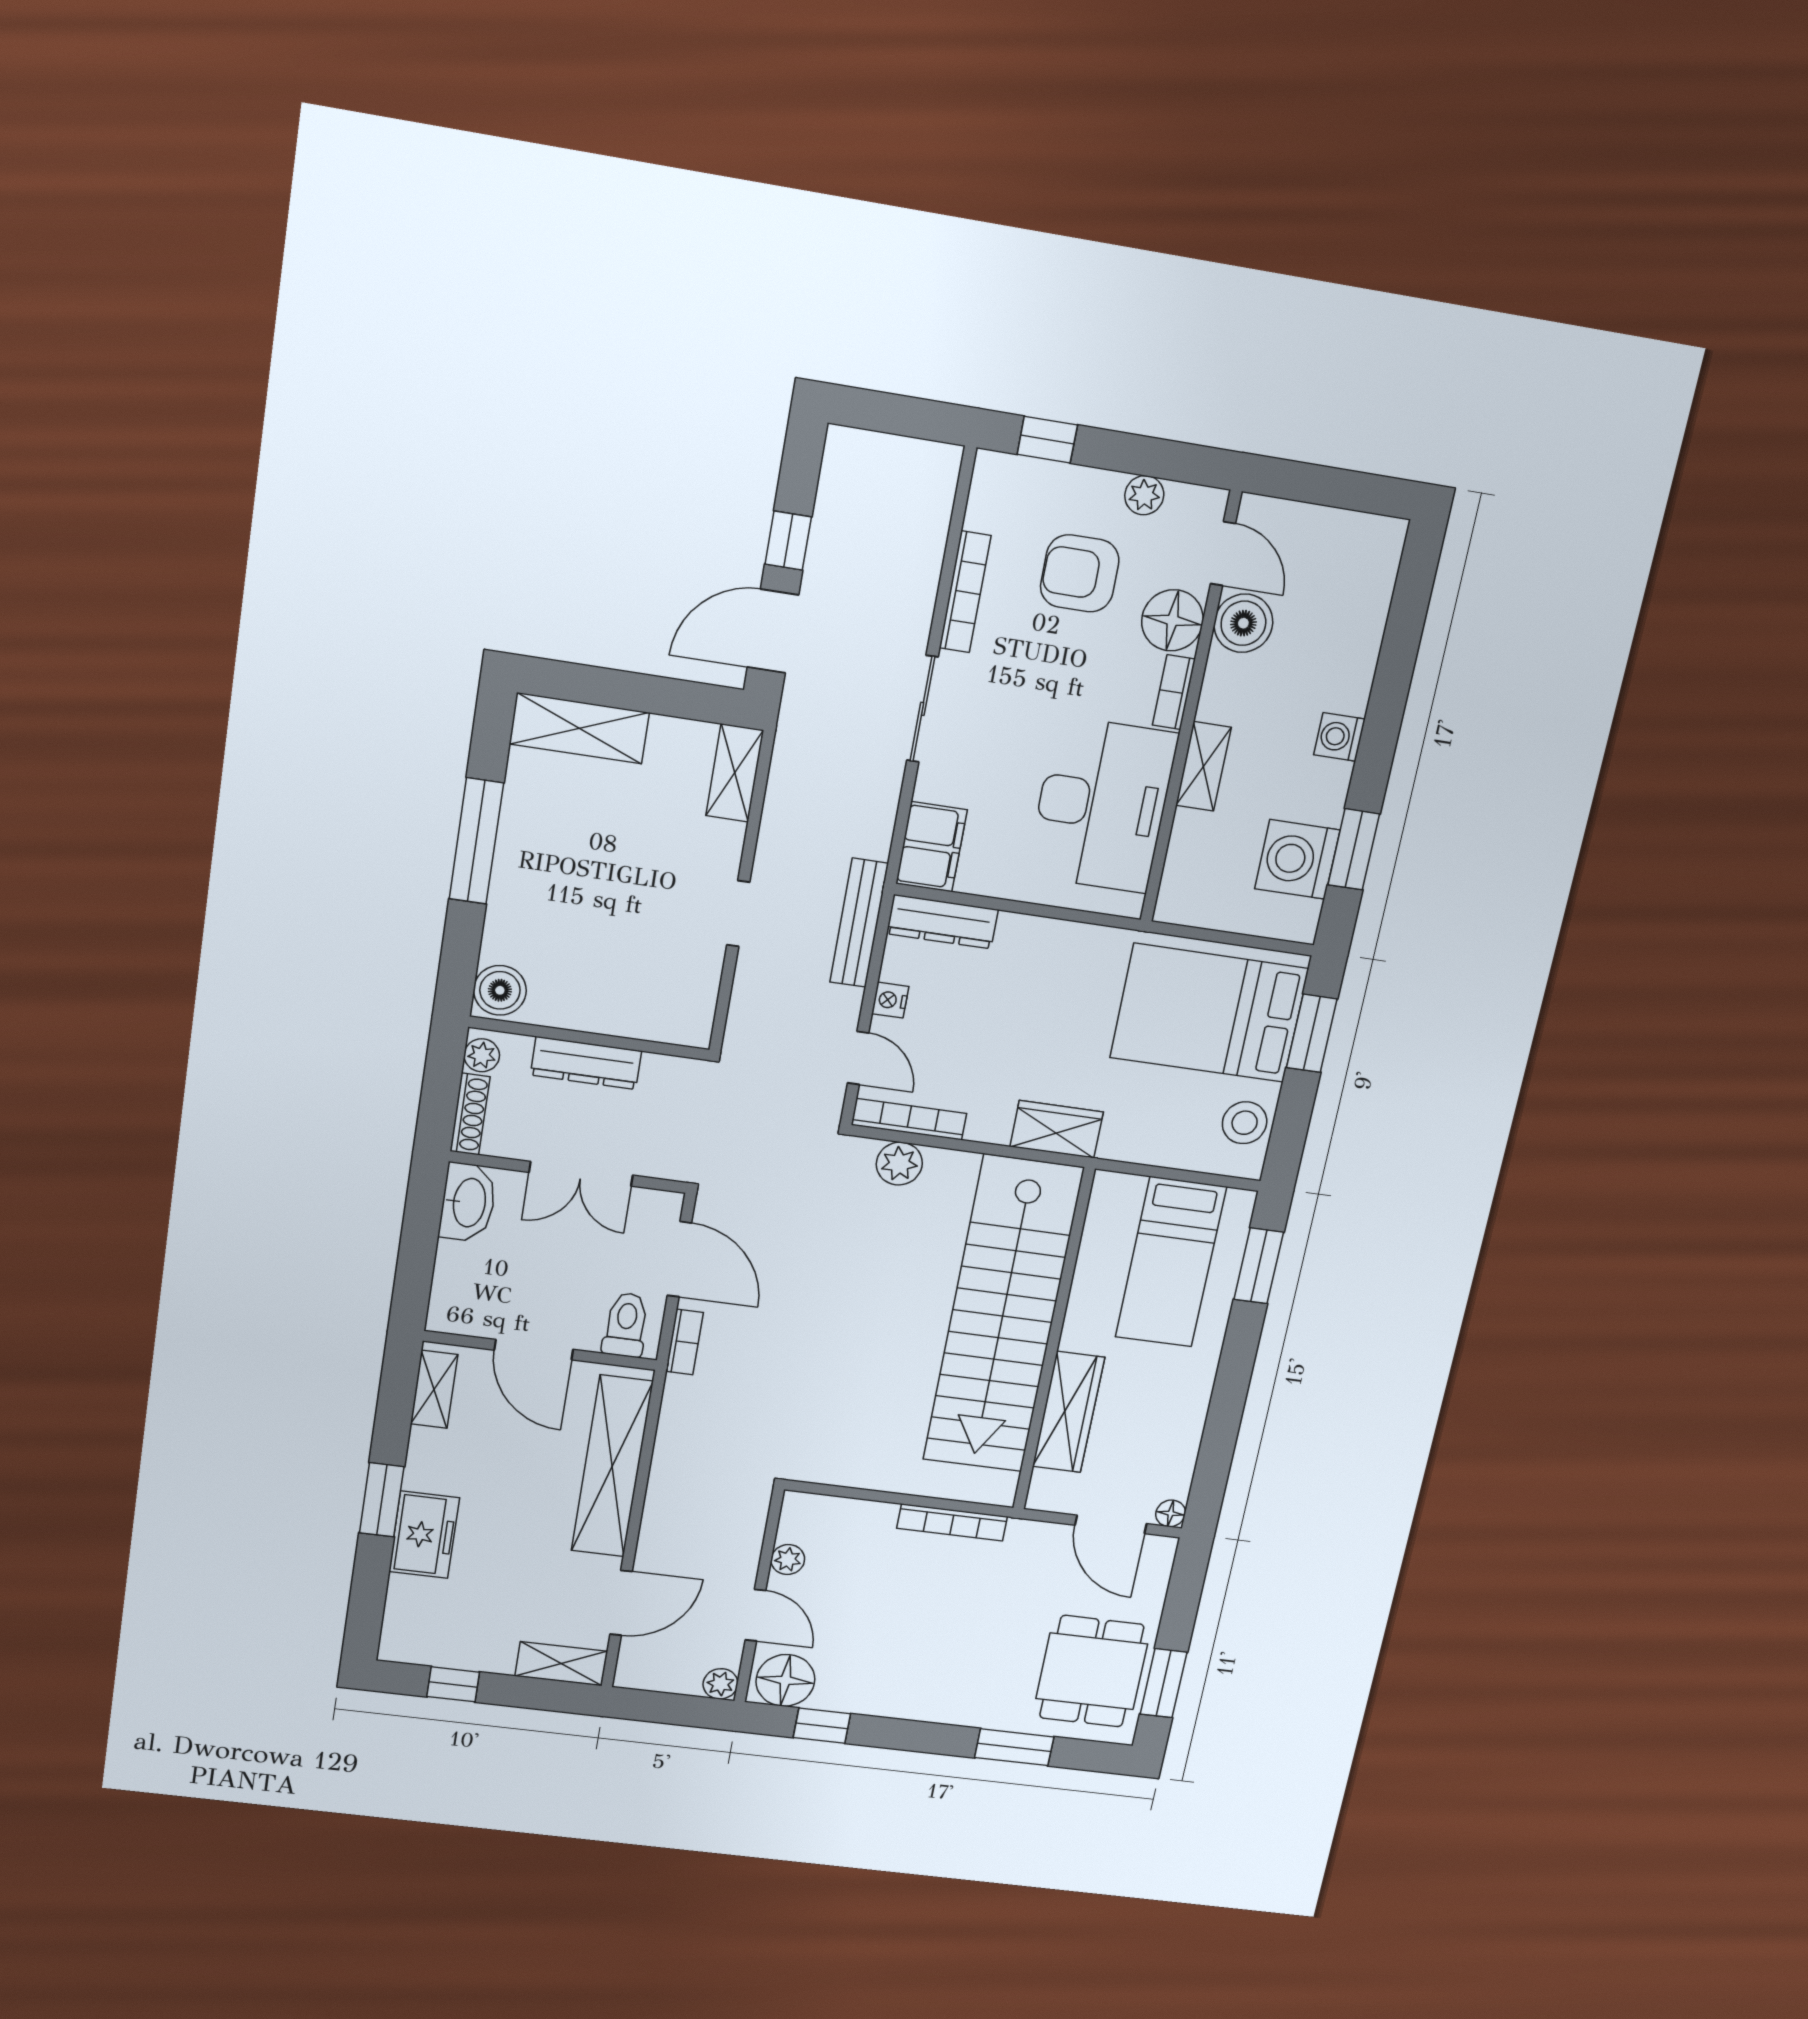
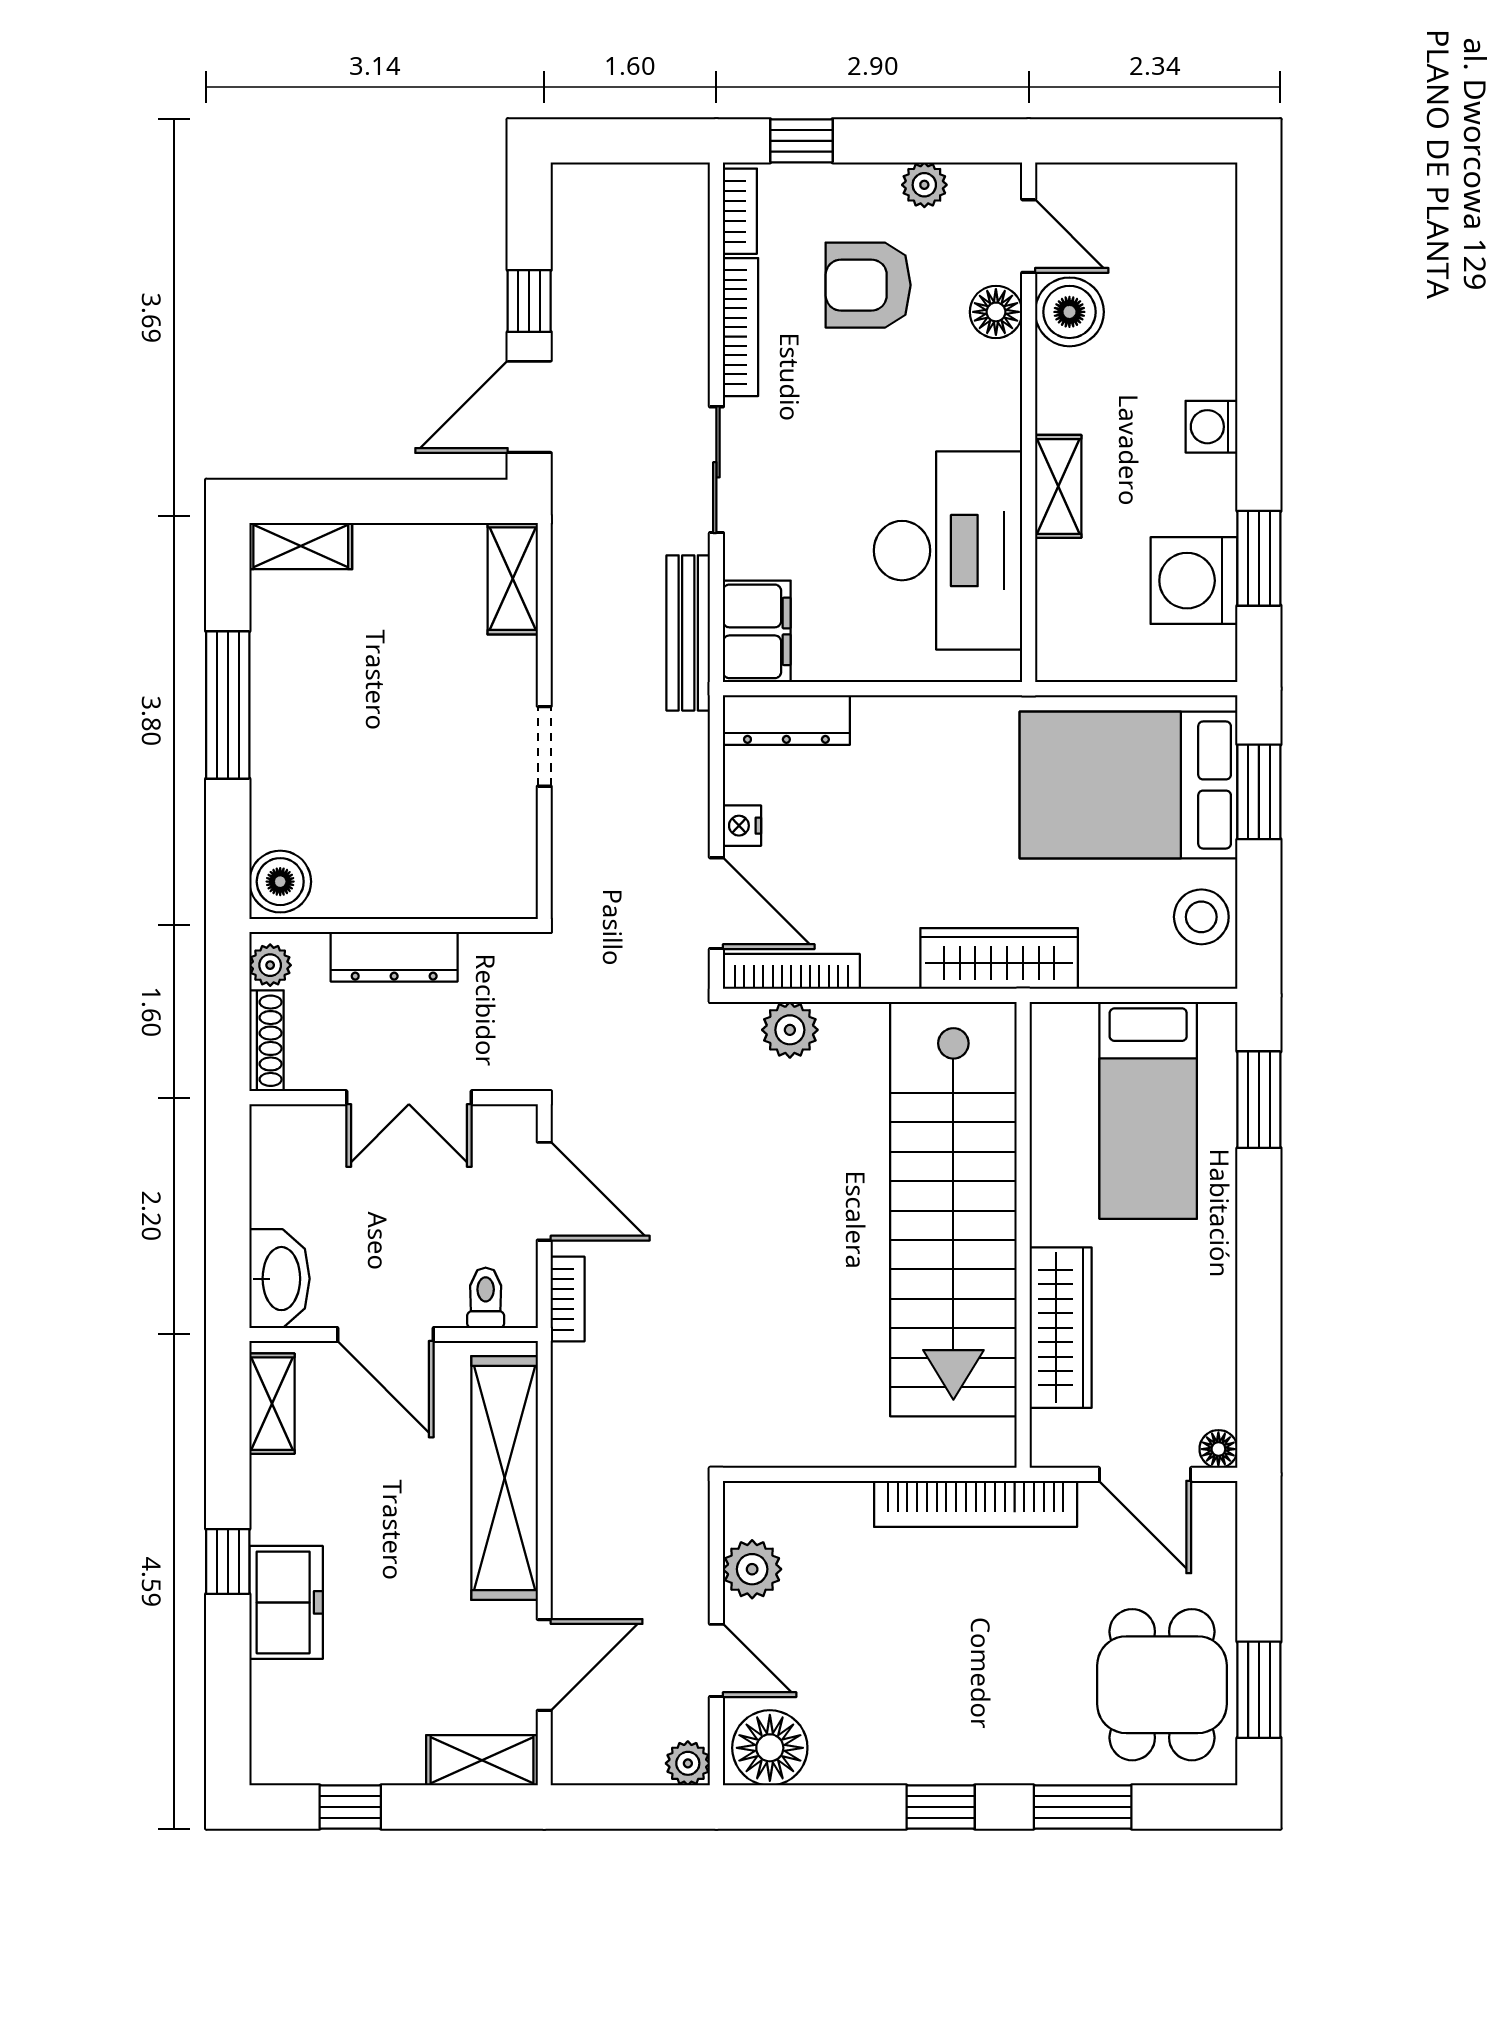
floor lamp: (1172, 620) -> (996, 312), width x0.73, depth x0.73
bookcase: (1174, 692) -> (740, 211), moved, turned 180
shelving: (579, 728) -> (301, 546), width x0.67, depth x0.75
bench: (859, 923) -> (688, 633), moved
door: (858, 1058) -> (716, 903), width x1.37
wardrobe: (1057, 1129) -> (999, 959), width x1.50
washbasin: (468, 1202) -> (280, 1279), moved
toilet: (626, 1325) -> (486, 1298), width x0.73, depth x0.72
window: (382, 1500) -> (228, 1561), width x0.67
bookcase: (952, 1522) -> (976, 1504), width x1.48, depth x1.31
plant: (788, 1560) -> (752, 1569), width x1.38, depth x1.38
window: (822, 1726) -> (941, 1807), moved

